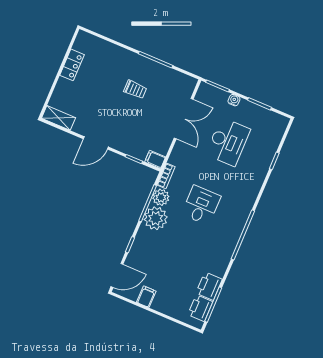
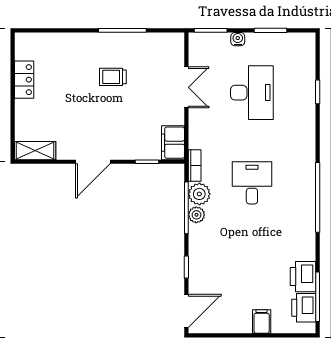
trolley: (135, 89) -> (113, 77), turned 180
double door: (184, 119) -> (186, 87), width x0.73
filing cabinet: (155, 159) -> (173, 143), width x2.00
plant: (156, 218) -> (196, 215), width x0.53, depth x0.53
filing cabinet: (146, 297) -> (262, 322), moved

